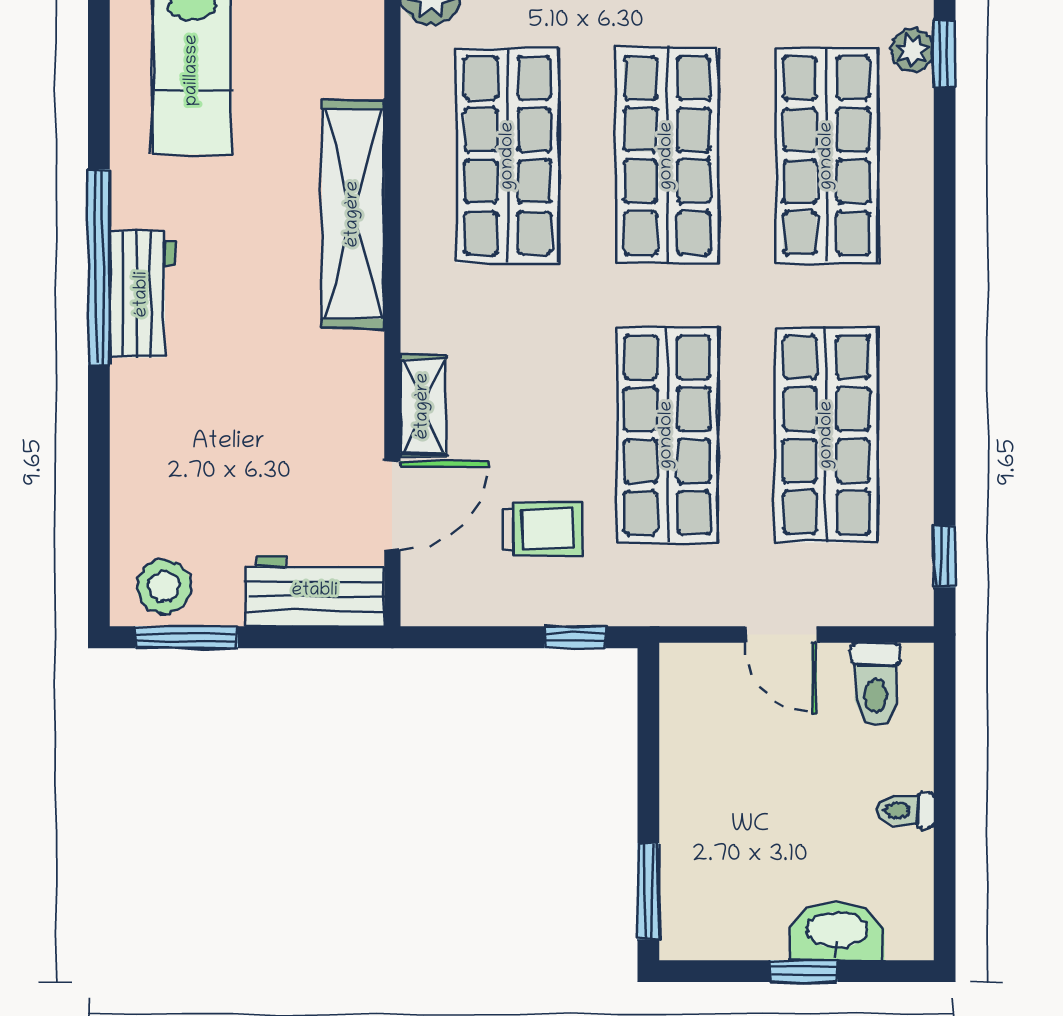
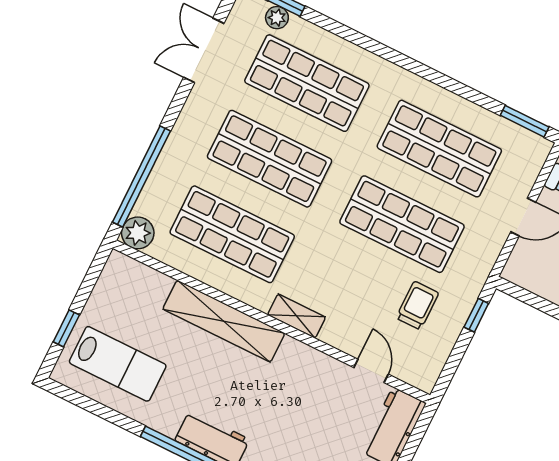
shelving: (423, 406) -> (297, 316), moved
door: (392, 506) -> (371, 371), width x0.73
window: (945, 557) -> (525, 121), width x1.50

